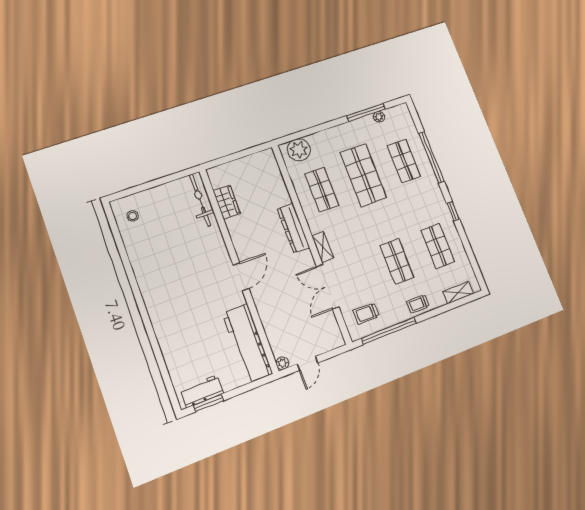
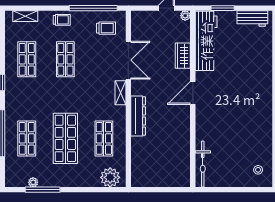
wardrobe: (227, 202) -> (183, 56), moved
window: (208, 403) -> (223, 8), moved

